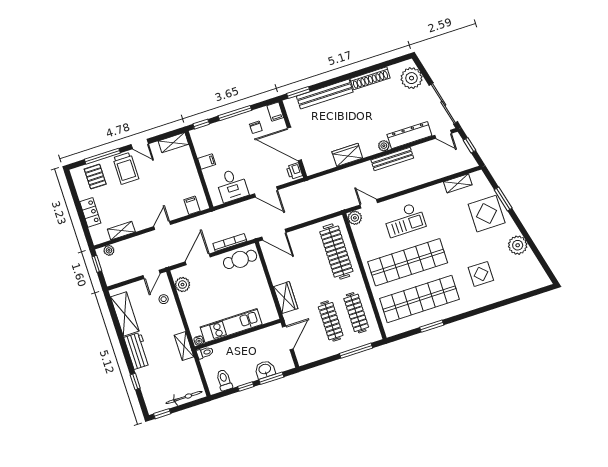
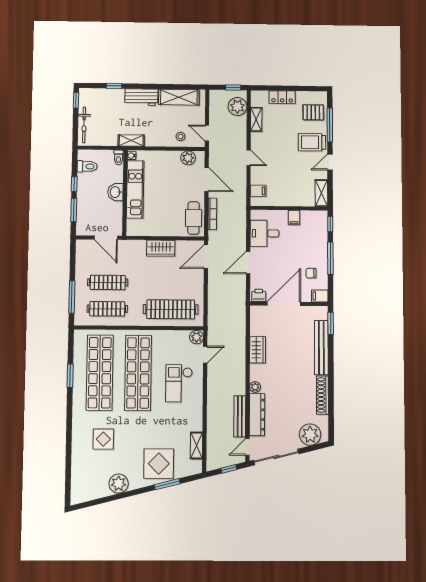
bench: (392, 159) -> (240, 416), moved
plant: (109, 250) -> (237, 106), width x1.88, depth x1.88
wardrobe: (286, 298) -> (161, 248), moved
washbasin: (265, 369) -> (115, 192), moved, turned 180

